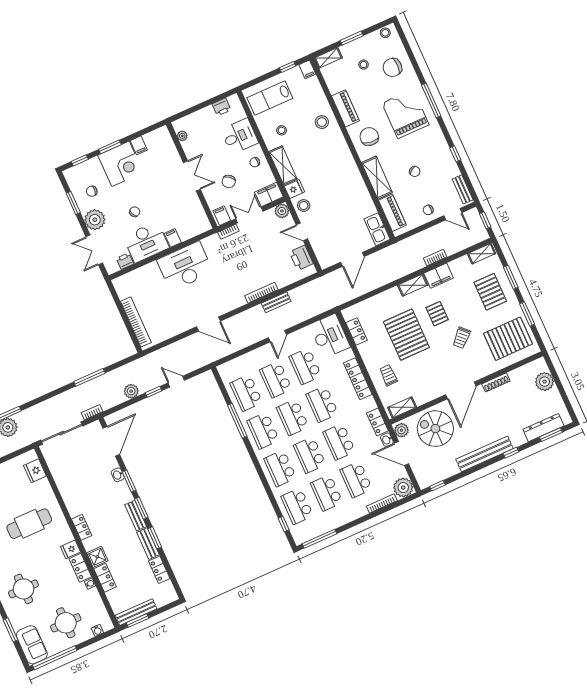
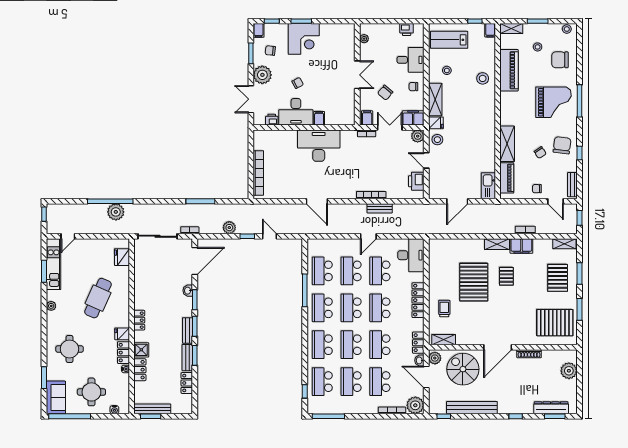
piano: (345, 108) -> (509, 70), width x1.37, depth x1.33
grand piano: (405, 114) -> (554, 102), turned 90
chair: (369, 137) -> (562, 145), moved
filing cabinet: (139, 145) -> (259, 30), moved
locker: (356, 332) -> (434, 261), removed
trolley: (462, 338) -> (517, 305), removed
bench: (485, 454) -> (472, 408), moved
cafe table: (29, 524) -> (98, 298), turned -66

